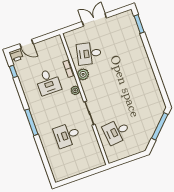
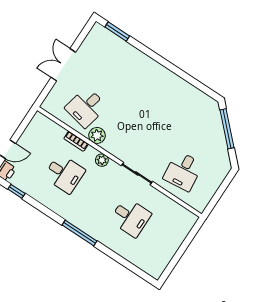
desk: (67, 135) -> (131, 217), turned -90

